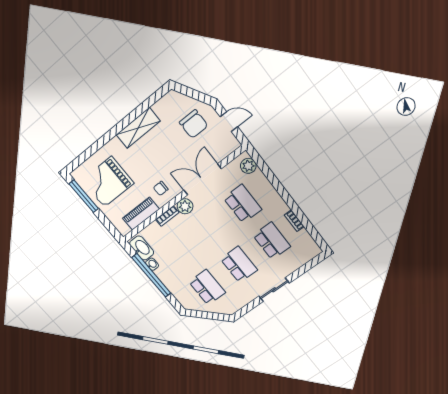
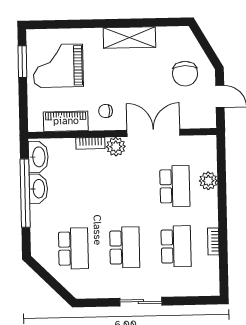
plant: (248, 166) -> (208, 181), moved
window: (84, 196) -> (22, 62), width x0.69
washbasin: (152, 264) -> (38, 189), width x1.91, depth x1.45

